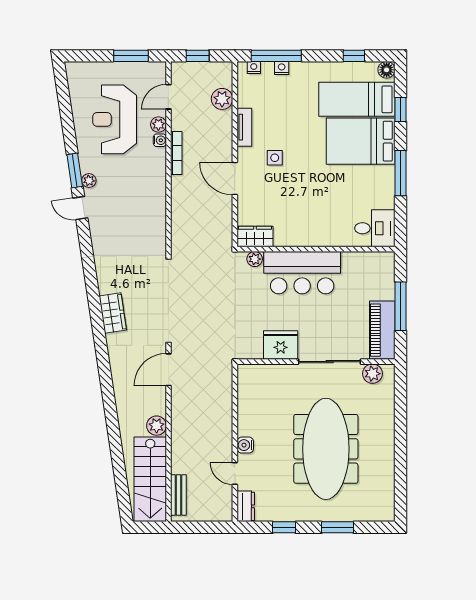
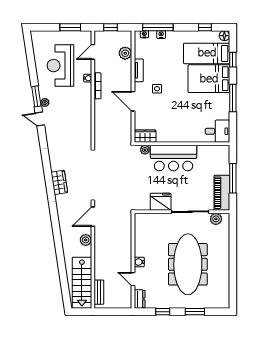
plant: (158, 125) -> (87, 69), removed
plant: (157, 426) -> (86, 240), moved

